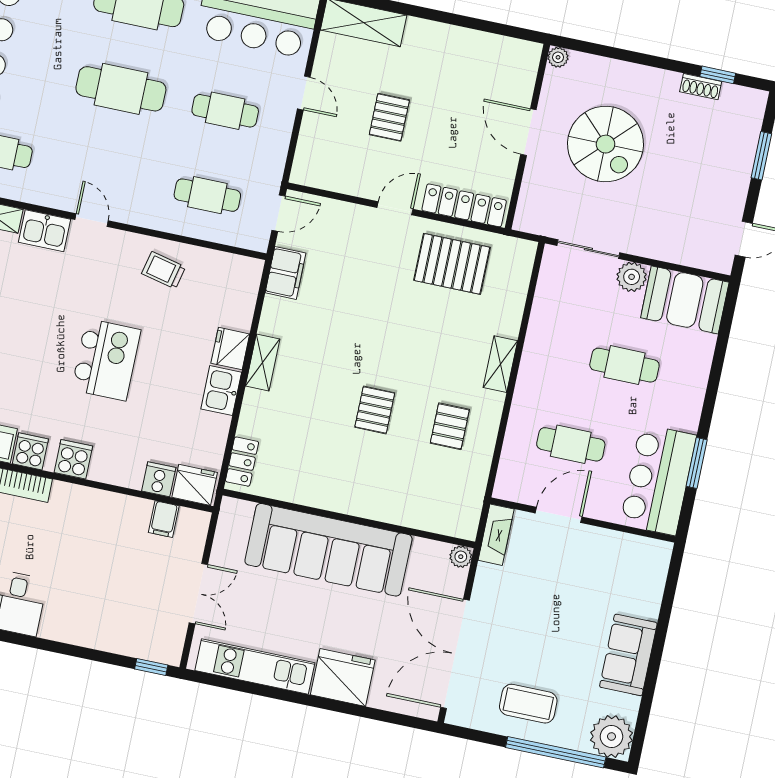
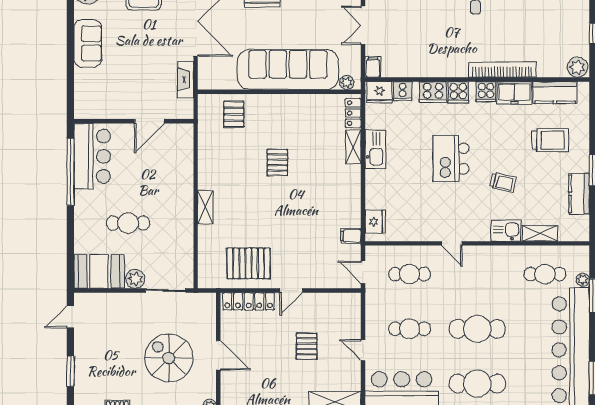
door: (278, 213) -> (363, 272), hinge flipped
door: (92, 220) -> (452, 243), moved
trolley: (164, 270) -> (503, 182), moved
filing cabinet: (285, 273) -> (351, 236), width x0.50
fridge: (230, 349) -> (375, 222), moved
shelving: (263, 363) -> (353, 147), moved
kitchen sink: (221, 391) -> (375, 149), width x1.38
pallet: (450, 426) -> (234, 114), moved
cafe table: (571, 444) -> (151, 167), removed
window: (697, 463) -> (70, 172), width x2.11
cooker: (112, 468) -> (433, 92), added
filing cabinet: (164, 519) -> (373, 67), moved
fireplace: (496, 535) -> (186, 80), moved
plant: (461, 557) -> (347, 83), moved

